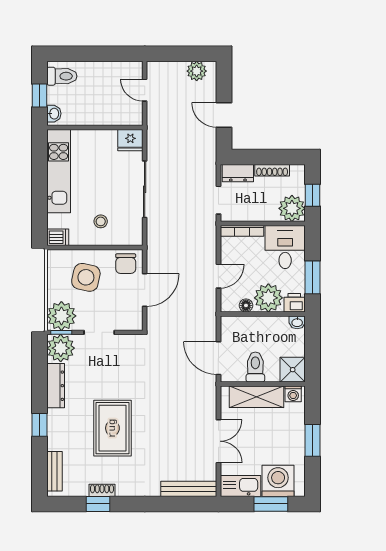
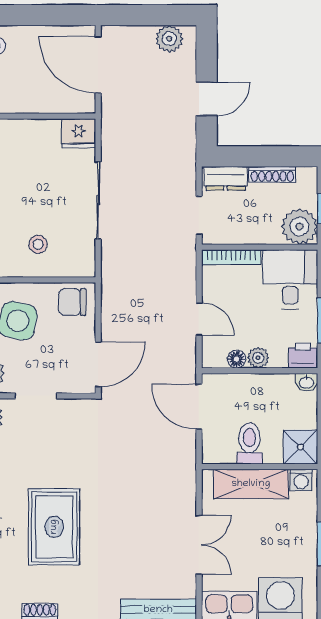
door: (145, 90) -> (98, 65), width x1.87
door: (224, 115) -> (207, 99), swing flipped
chair: (126, 264) -> (72, 302), turned 90
door: (218, 276) -> (199, 319), hinge flipped
door: (145, 290) -> (98, 364), moved
plant: (268, 298) -> (258, 358), width x0.53, depth x0.53
door: (218, 358) -> (199, 407), moved

